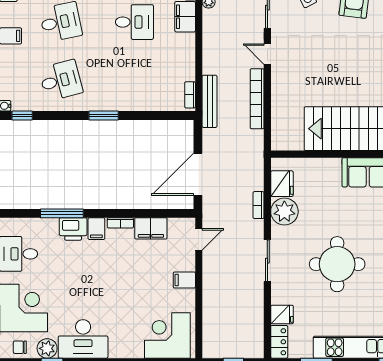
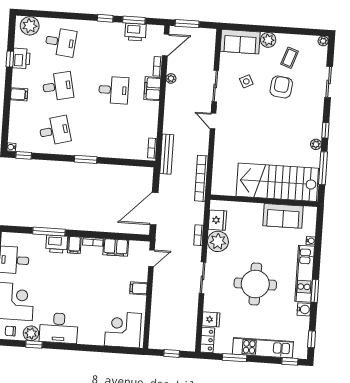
bookcase: (257, 99) -> (201, 178), moved

